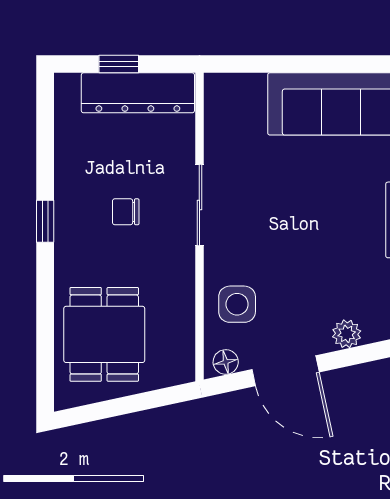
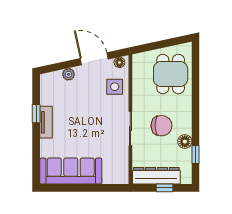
floor lamp: (70, 174) -> (185, 142), added
chair: (126, 212) -> (162, 126), width x1.87, depth x1.87
window: (45, 221) -> (195, 154), moved

